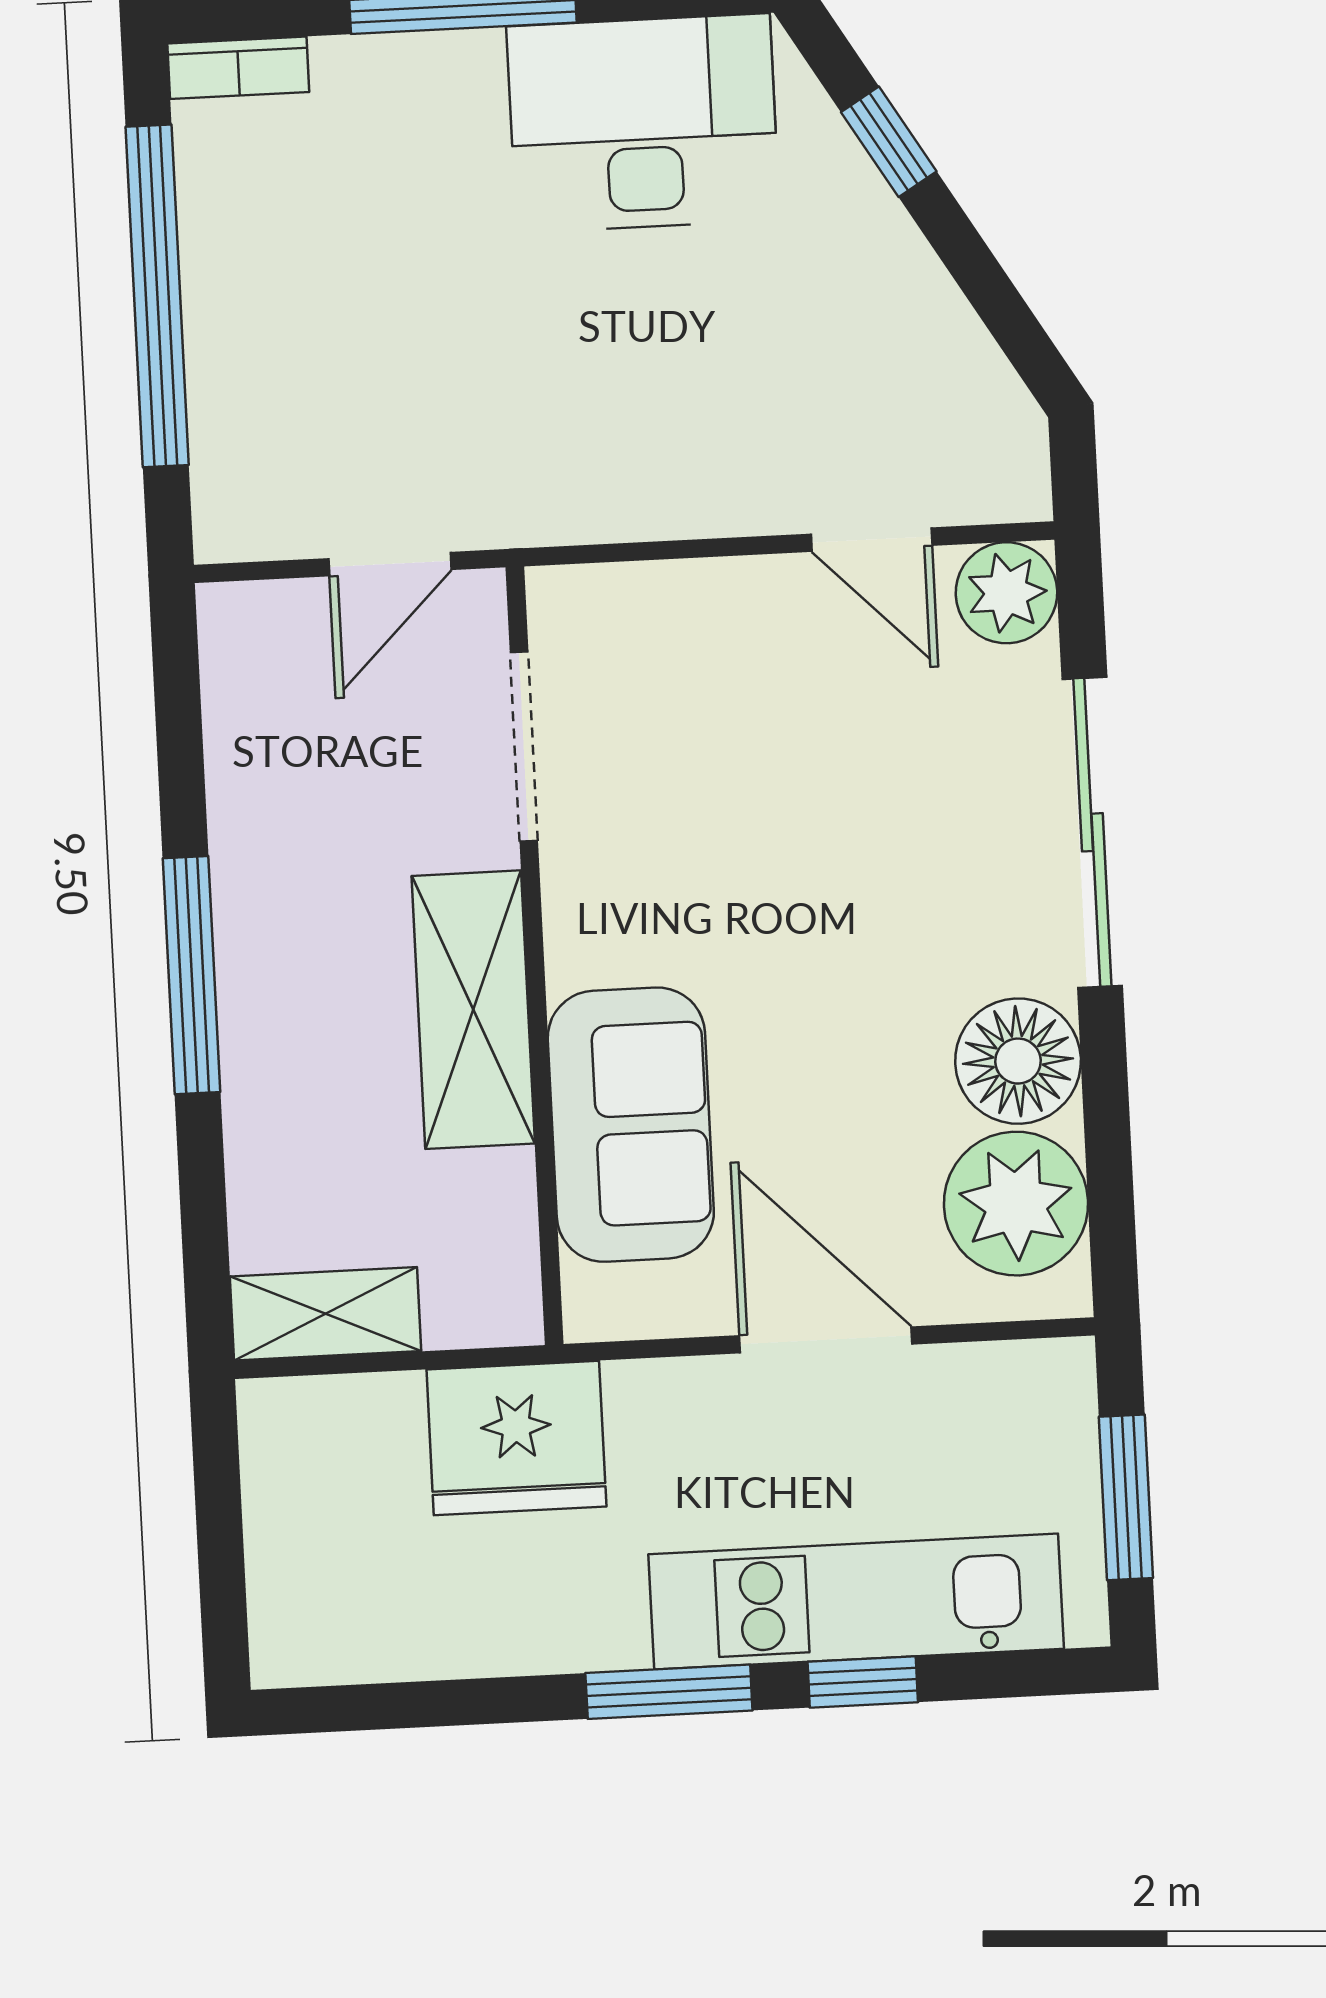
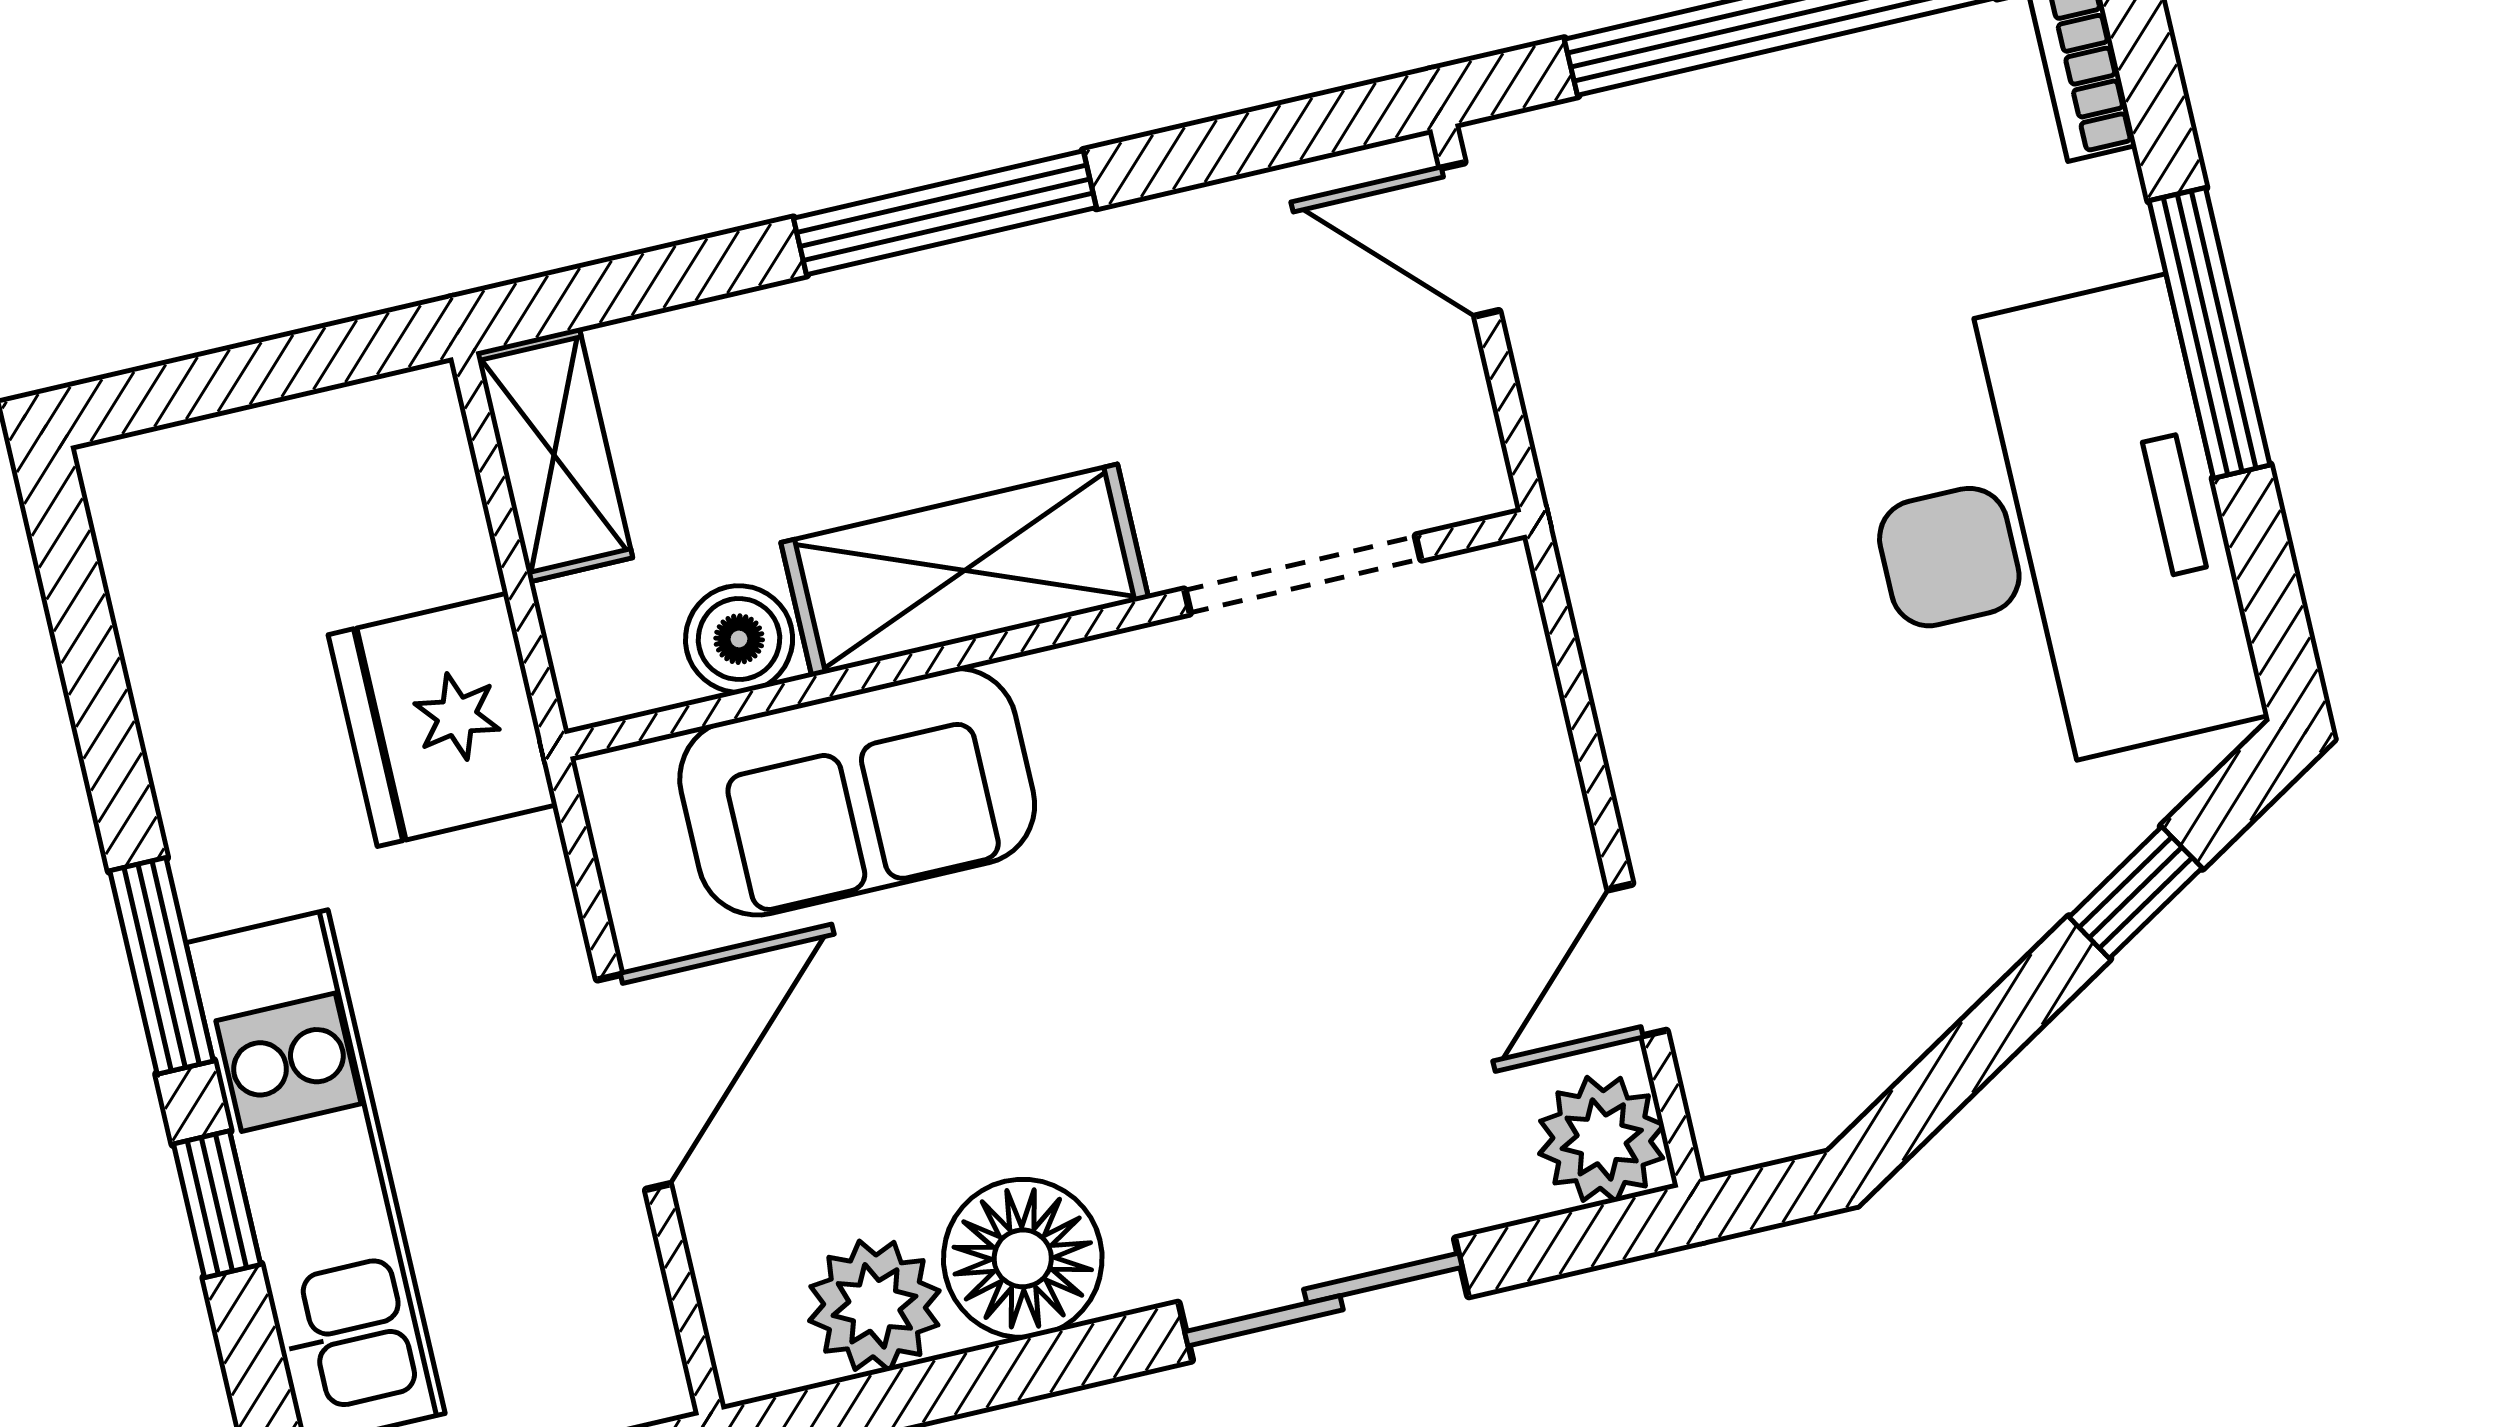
desk: (643, 123) -> (2052, 533), width x1.36, depth x1.30
door: (390, 564) -> (1470, 239), moved
sliding door: (1092, 832) -> (1323, 1300), width x0.73
boiler: (495, 1195) -> (739, 639), added
plant: (1016, 1204) -> (874, 1306), width x0.73, depth x0.73

